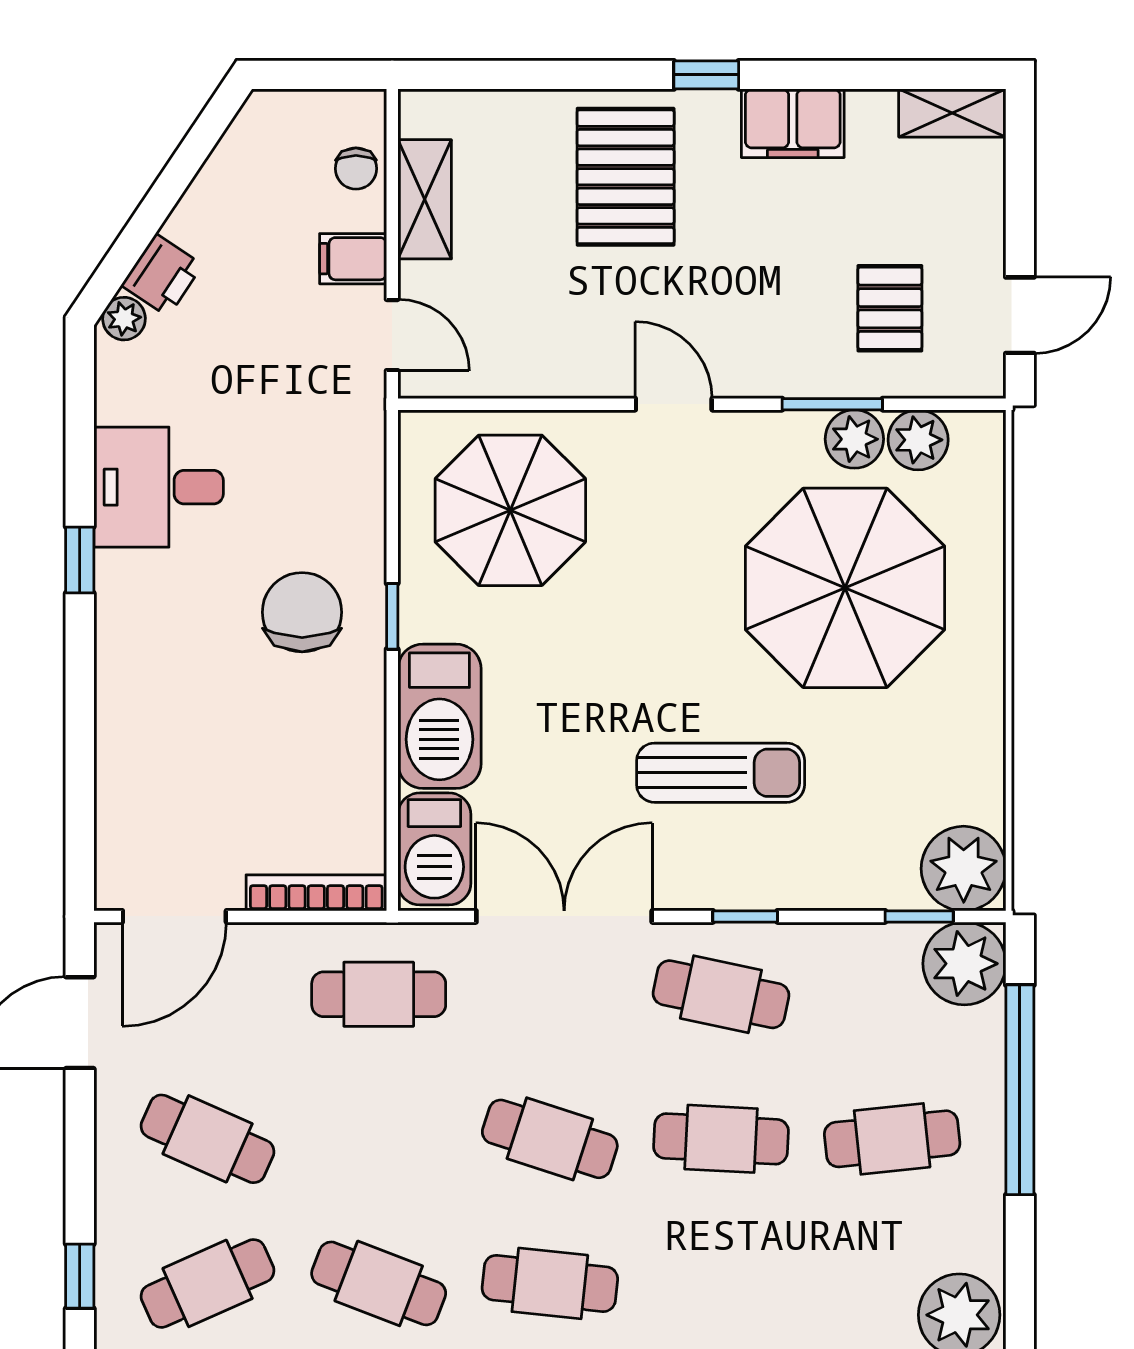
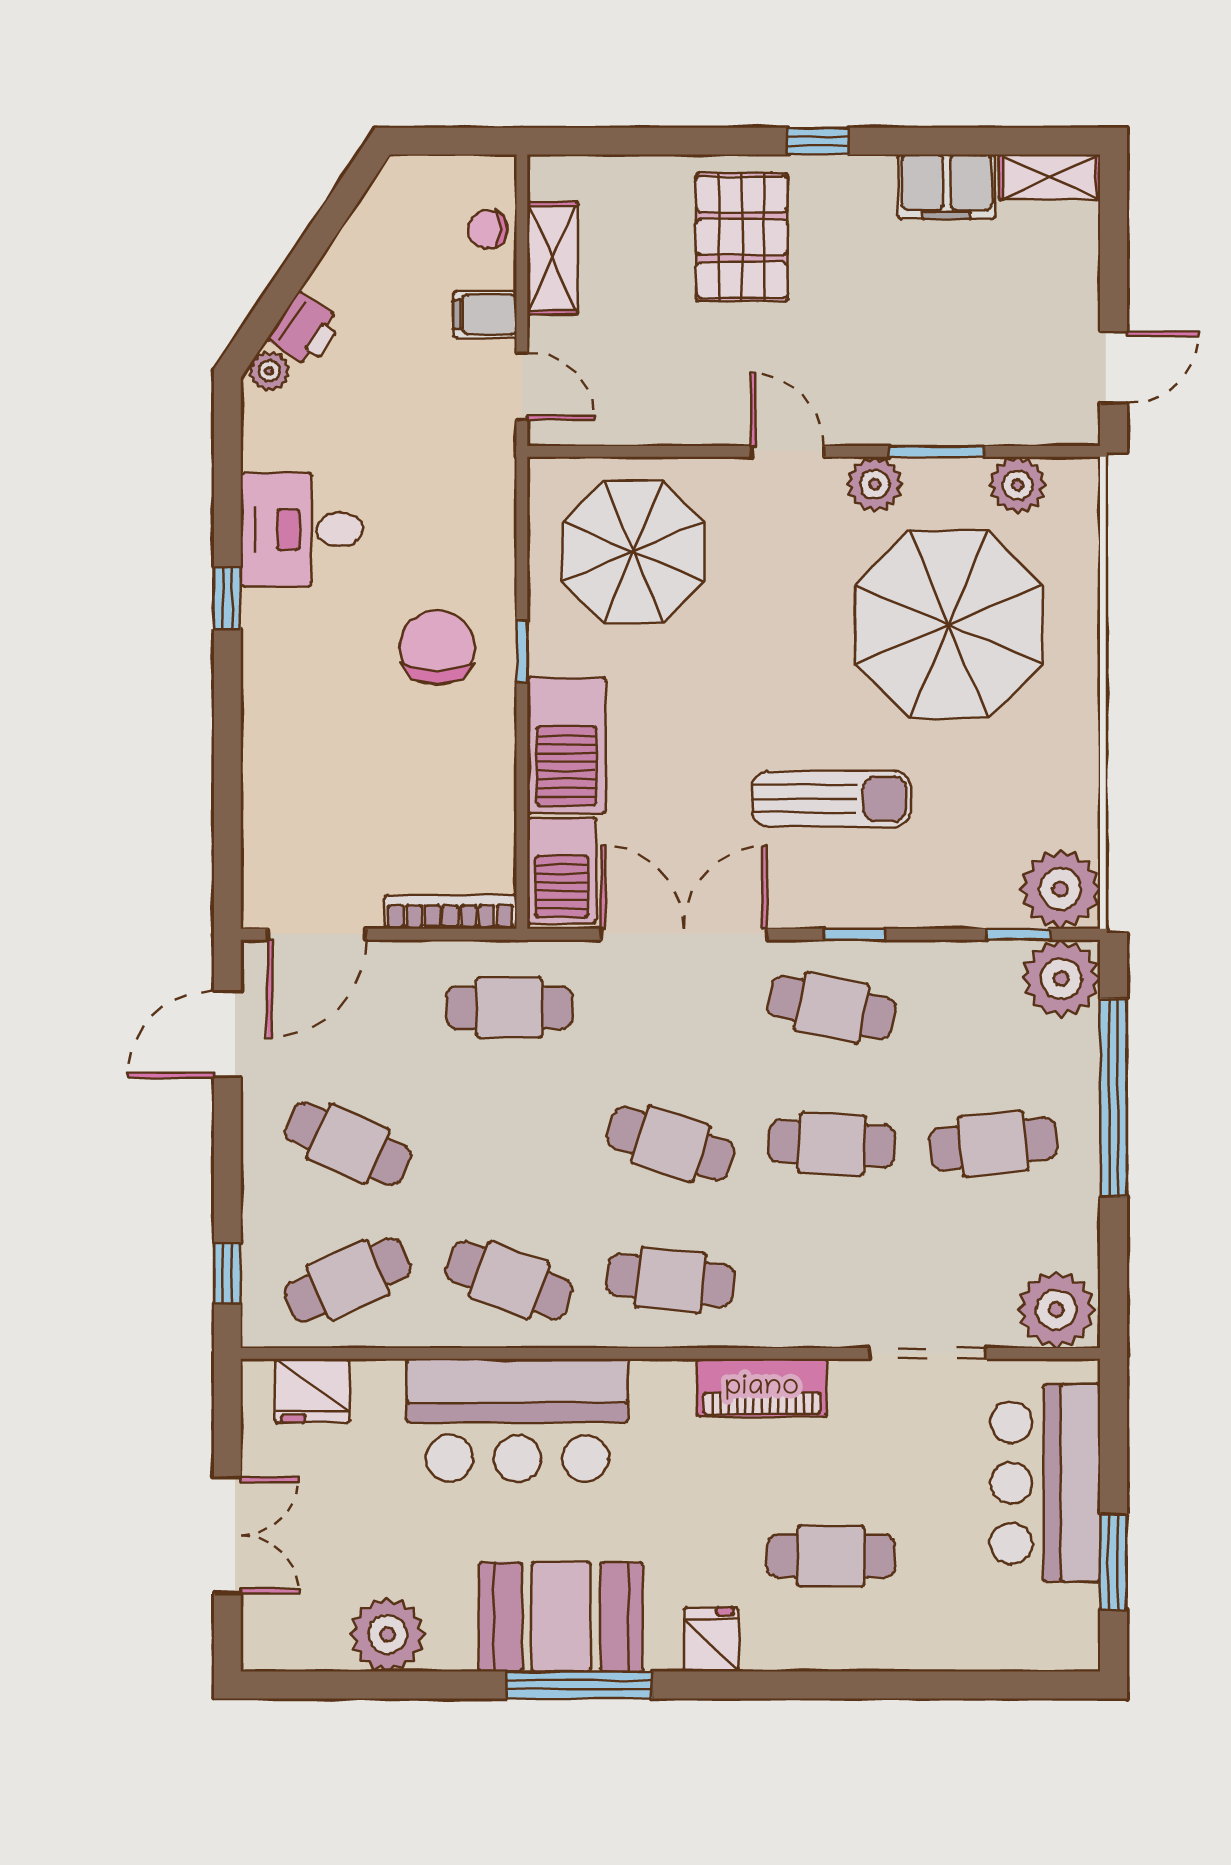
filing cabinet: (793, 123) -> (947, 187), moved
chair: (356, 169) -> (488, 229), turned 90
pallet: (890, 308) -> (991, 361), removed
plant: (854, 439) -> (875, 484), moved

